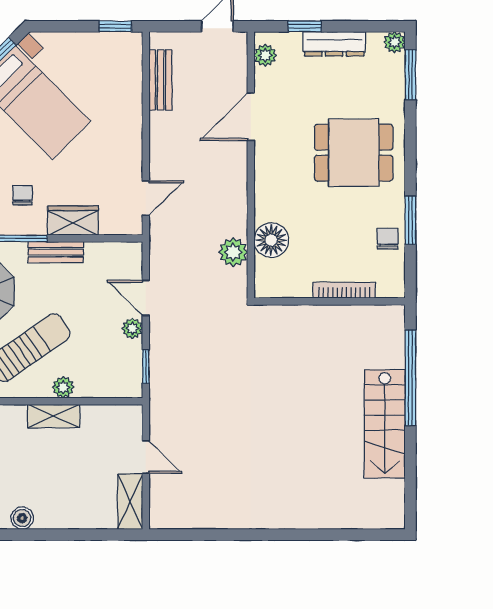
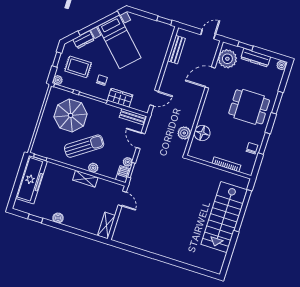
plant: (265, 55) -> (227, 59), width x1.87, depth x1.87
window: (410, 75) -> (277, 103), moved
bench: (56, 252) -> (132, 117), moved
plant: (132, 328) -> (128, 162), moved
barbecue: (131, 381) -> (123, 174), added
stairs: (385, 424) -> (224, 217), width x1.36, depth x1.51
door: (146, 457) -> (122, 199), moved

